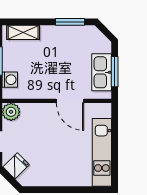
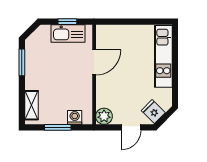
window: (115, 72) -> (67, 22), width x0.67
kitchen unit: (102, 152) -> (163, 56), moved, turned 90

